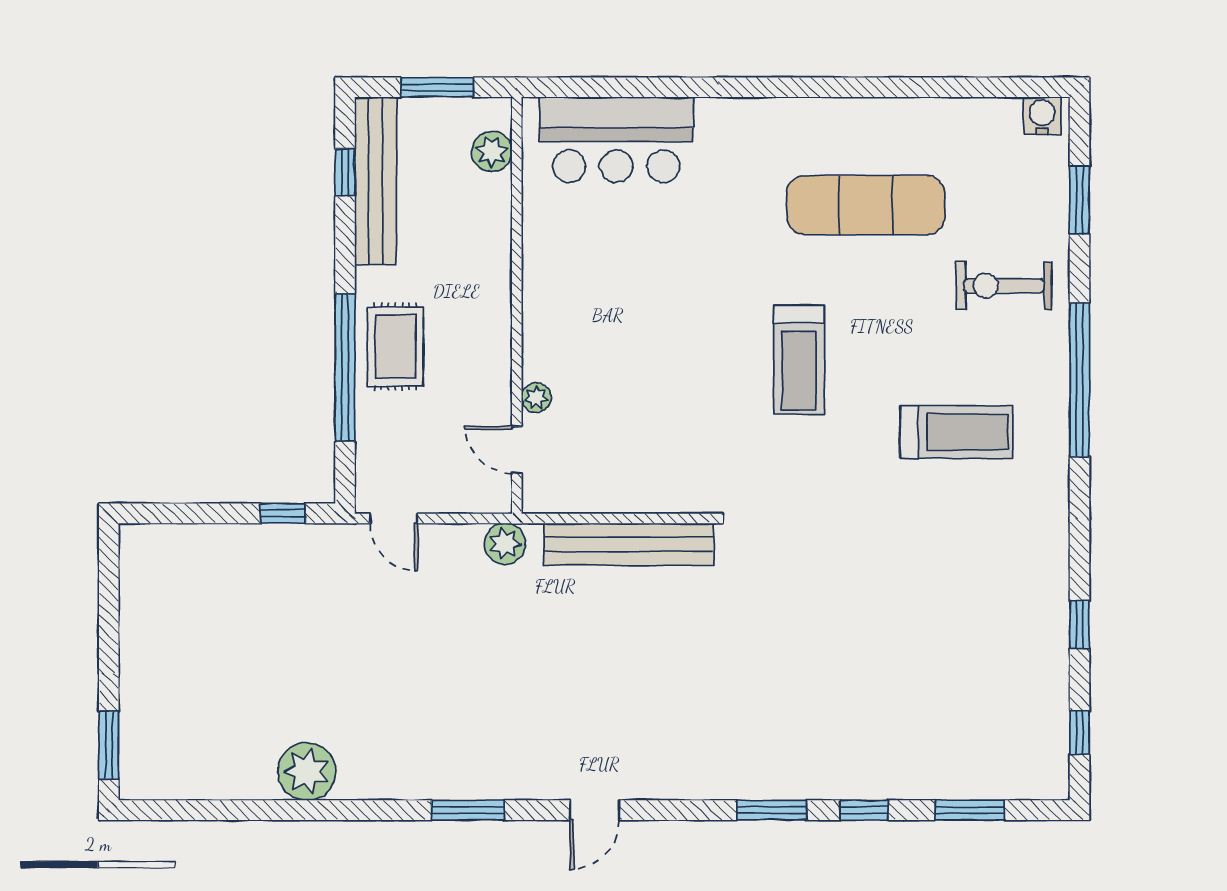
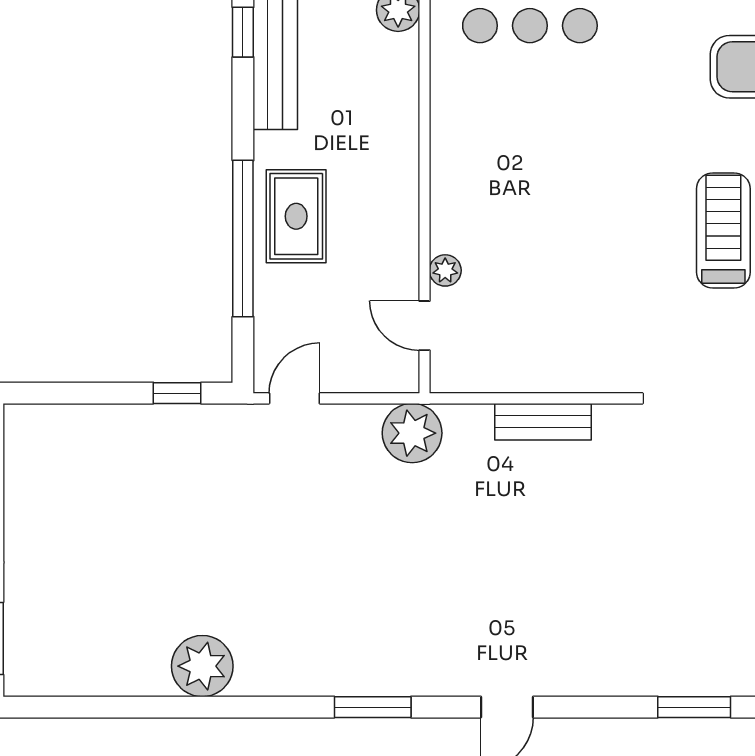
treadmill: (799, 360) -> (723, 230), turned 180
door: (394, 518) -> (294, 398), swing flipped
plant: (505, 544) -> (412, 433), width x1.36, depth x1.36
bench: (629, 544) -> (543, 422), width x0.54, depth x0.82

